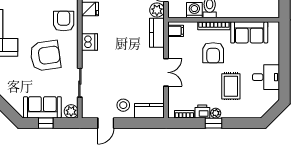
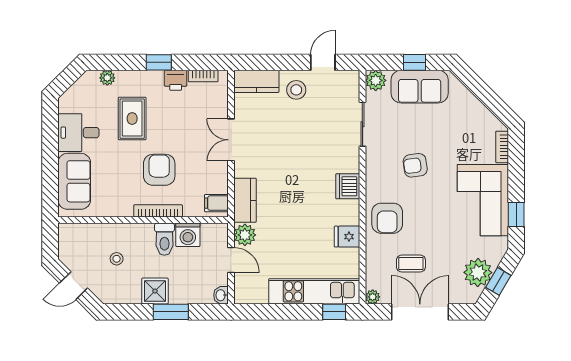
sofa: (249, 32) -> (74, 181), moved, turned 90
armchair: (45, 56) -> (415, 165), width x0.53, depth x0.53
plant: (216, 113) -> (107, 78), moved

